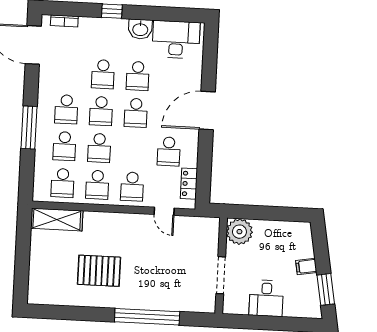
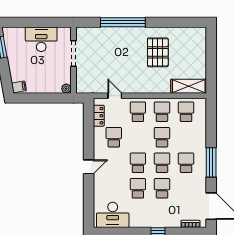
washbasin: (140, 29) -> (138, 221), removed
door: (207, 110) -> (89, 167), width x0.53
window: (29, 128) -> (211, 162), moved
school desk: (64, 146) -> (186, 137), removed
plant: (239, 232) -> (66, 89), width x0.53, depth x0.53
filing cabinet: (306, 266) -> (19, 87), moved
pallet: (99, 271) -> (158, 52), turned 90
desk: (266, 298) -> (41, 39), width x1.37

